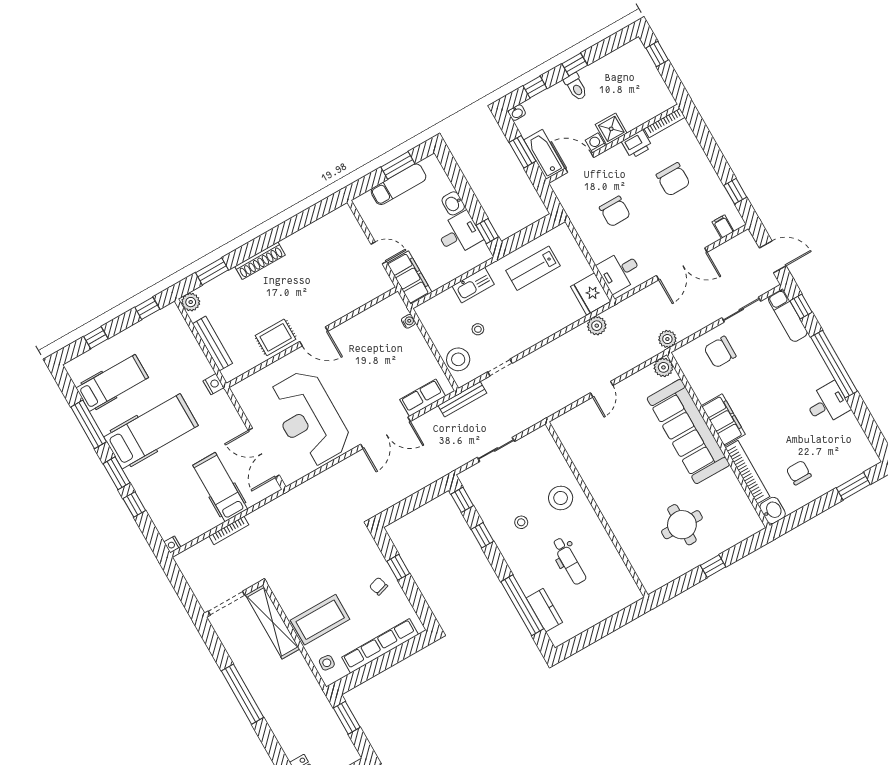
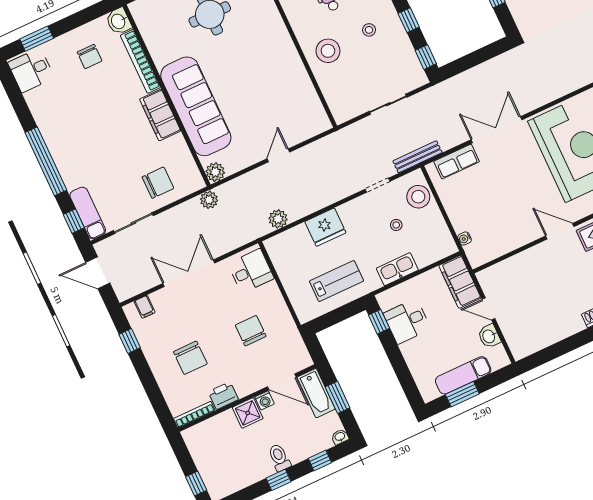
chair: (673, 179) -> (190, 358), turned 180
washbasin: (453, 203) -> (489, 336), moved, turned 180
fridge: (591, 294) -> (325, 227), moved, turned 90
desk: (827, 404) -> (31, 70), moved

